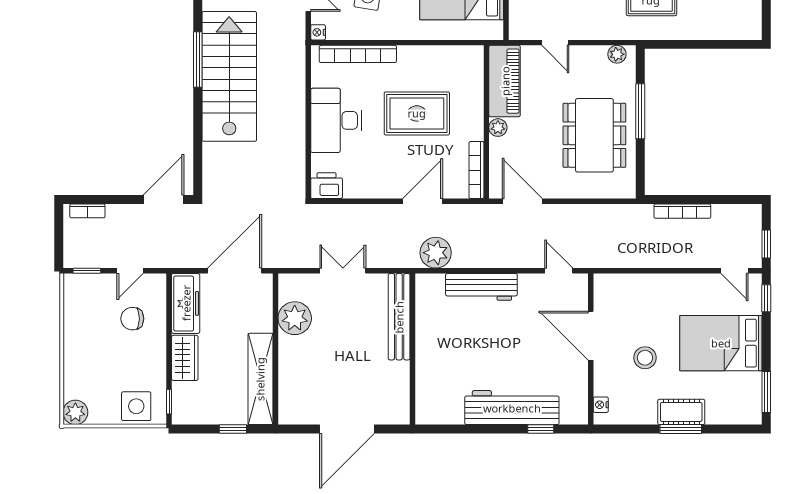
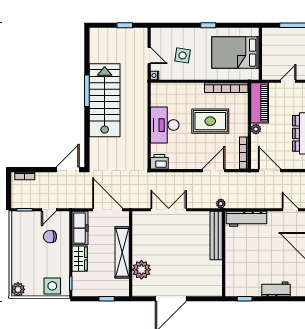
door: (555, 43) -> (288, 81), swing flipped
bookcase: (358, 54) -> (226, 88), moved
plant: (436, 253) -> (221, 204), width x0.53, depth x0.53
door: (235, 271) -> (108, 210), hinge flipped
double door: (343, 271) -> (169, 210), width x1.37
bench: (399, 317) -> (216, 236), moved
plant: (295, 318) -> (141, 270), moved
wall: (412, 349) -> (224, 254), moved
shelving: (260, 379) -> (122, 252), moved
workbench: (512, 408) -> (276, 289), width x0.53, depth x0.76
window: (541, 429) -> (245, 299), moved

